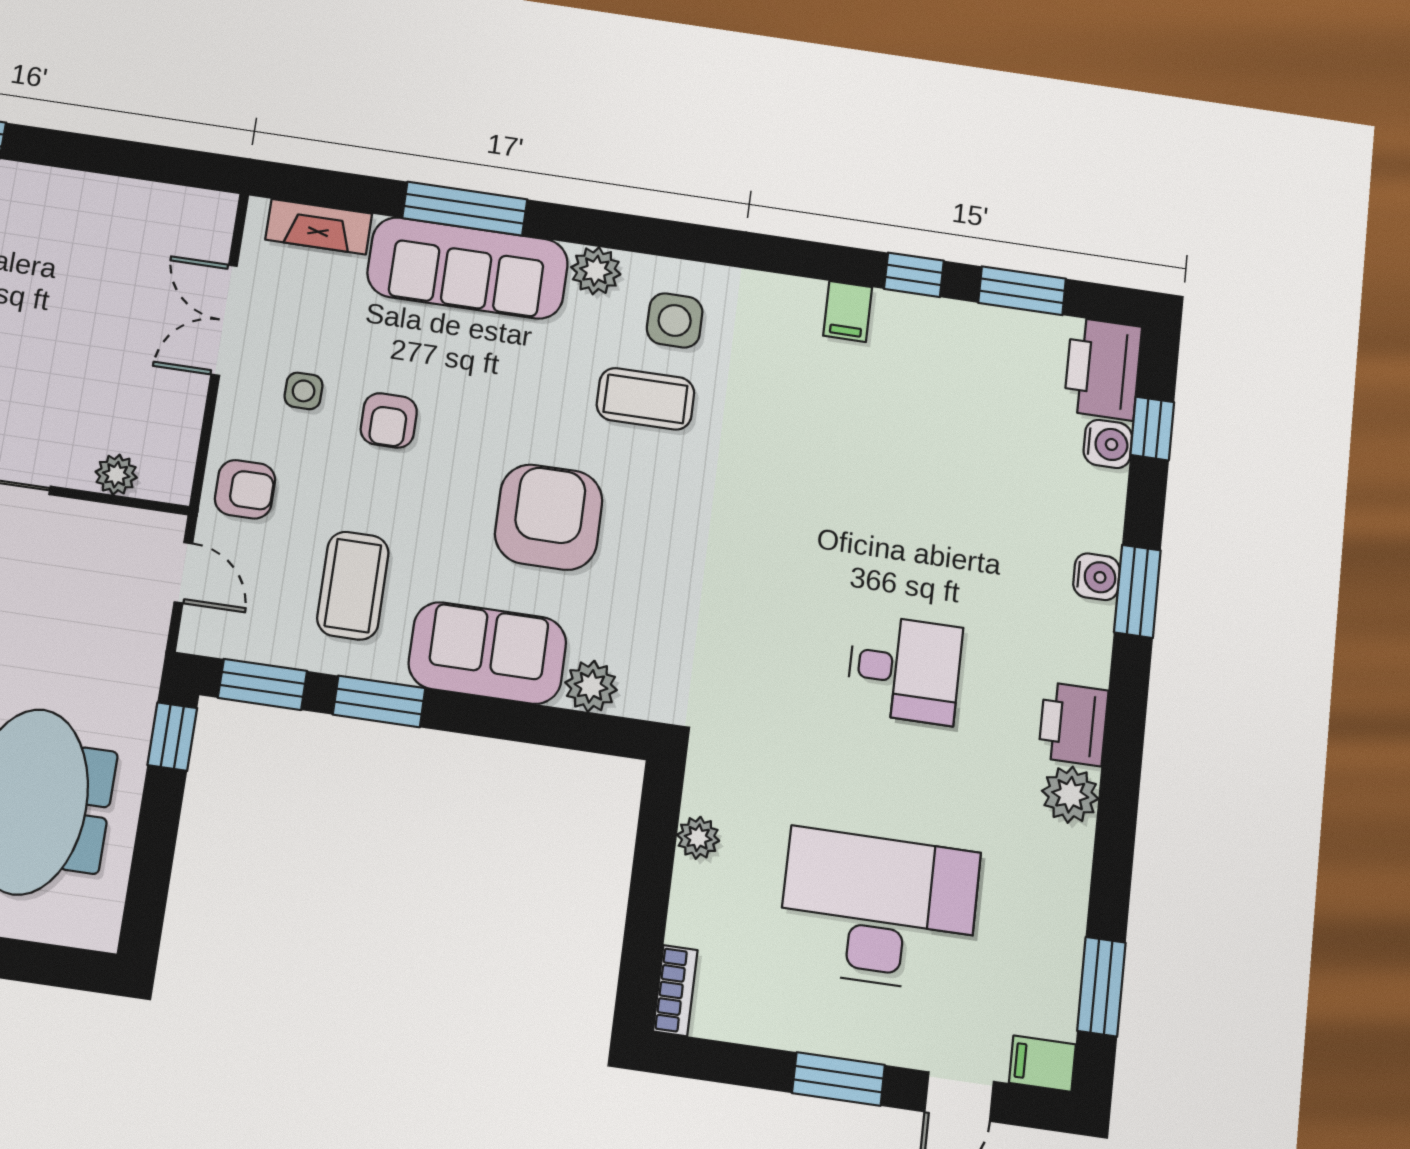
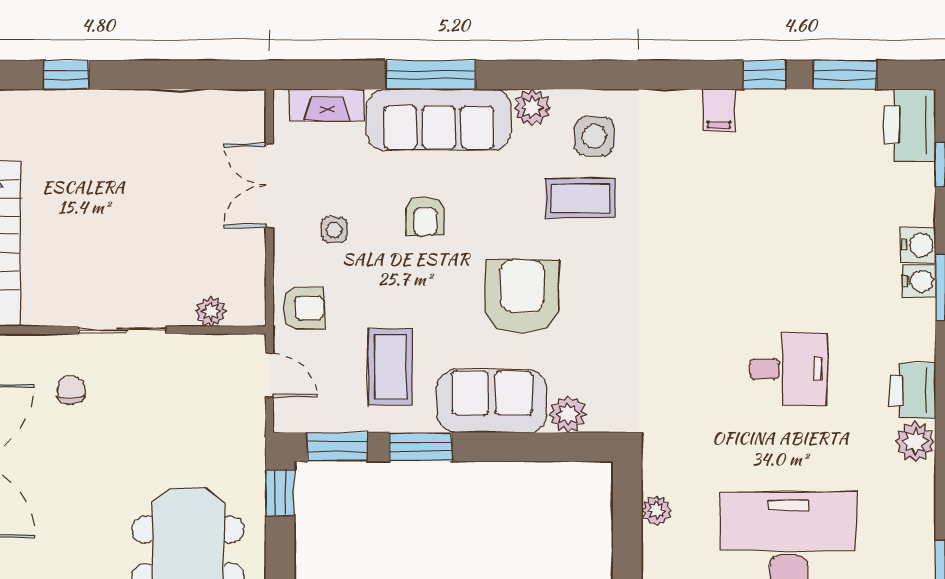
armchair: (389, 420) -> (425, 216), moved
water cooler: (1108, 444) -> (918, 245), moved

